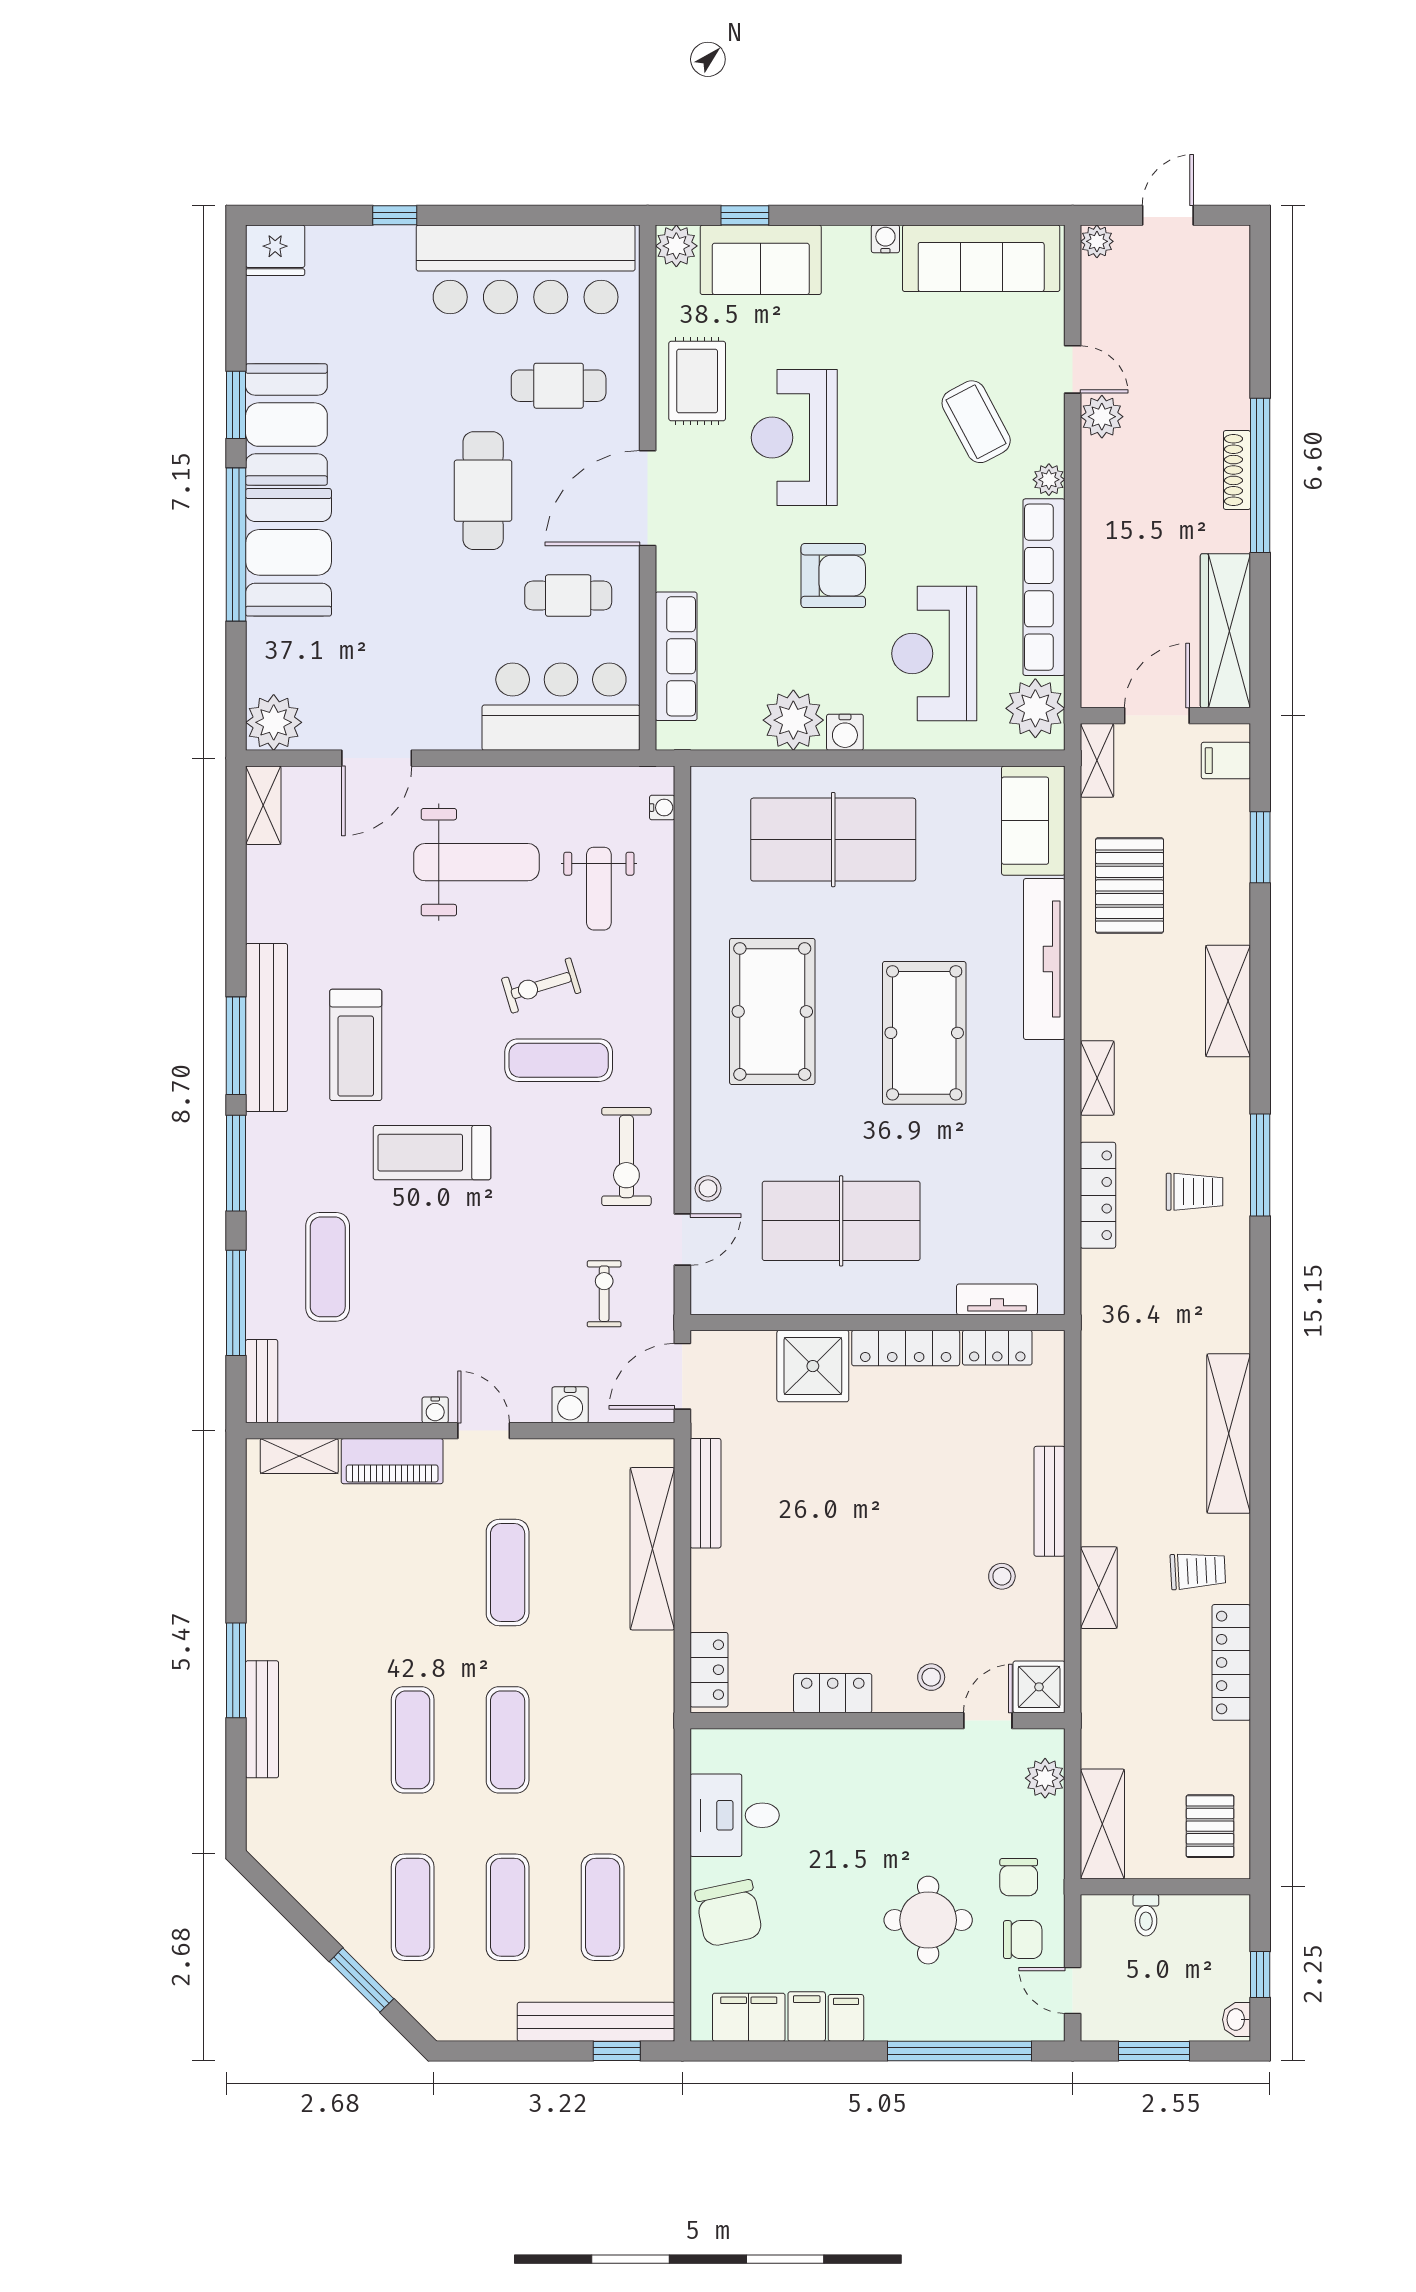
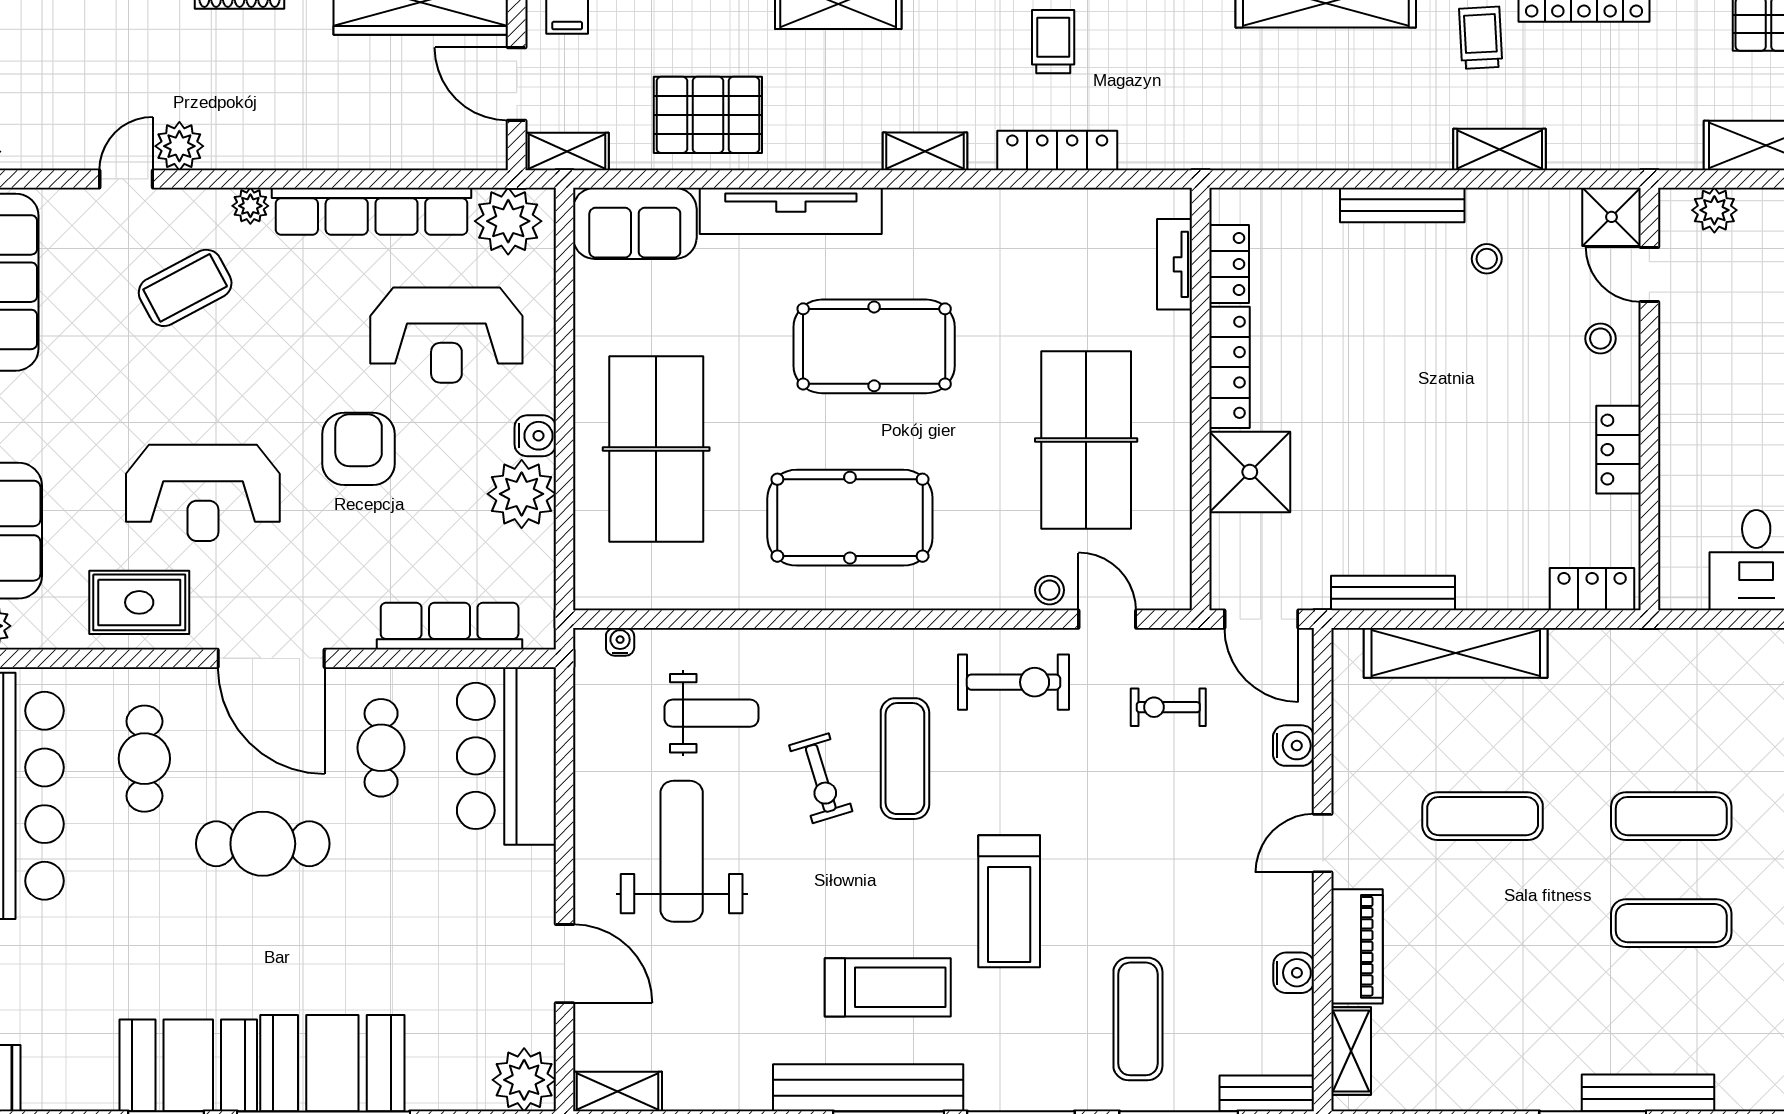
exercise mat: (328, 1267) -> (1138, 1019), turned 90
water cooler: (435, 1410) -> (1294, 973), moved, width x1.38, depth x1.38

